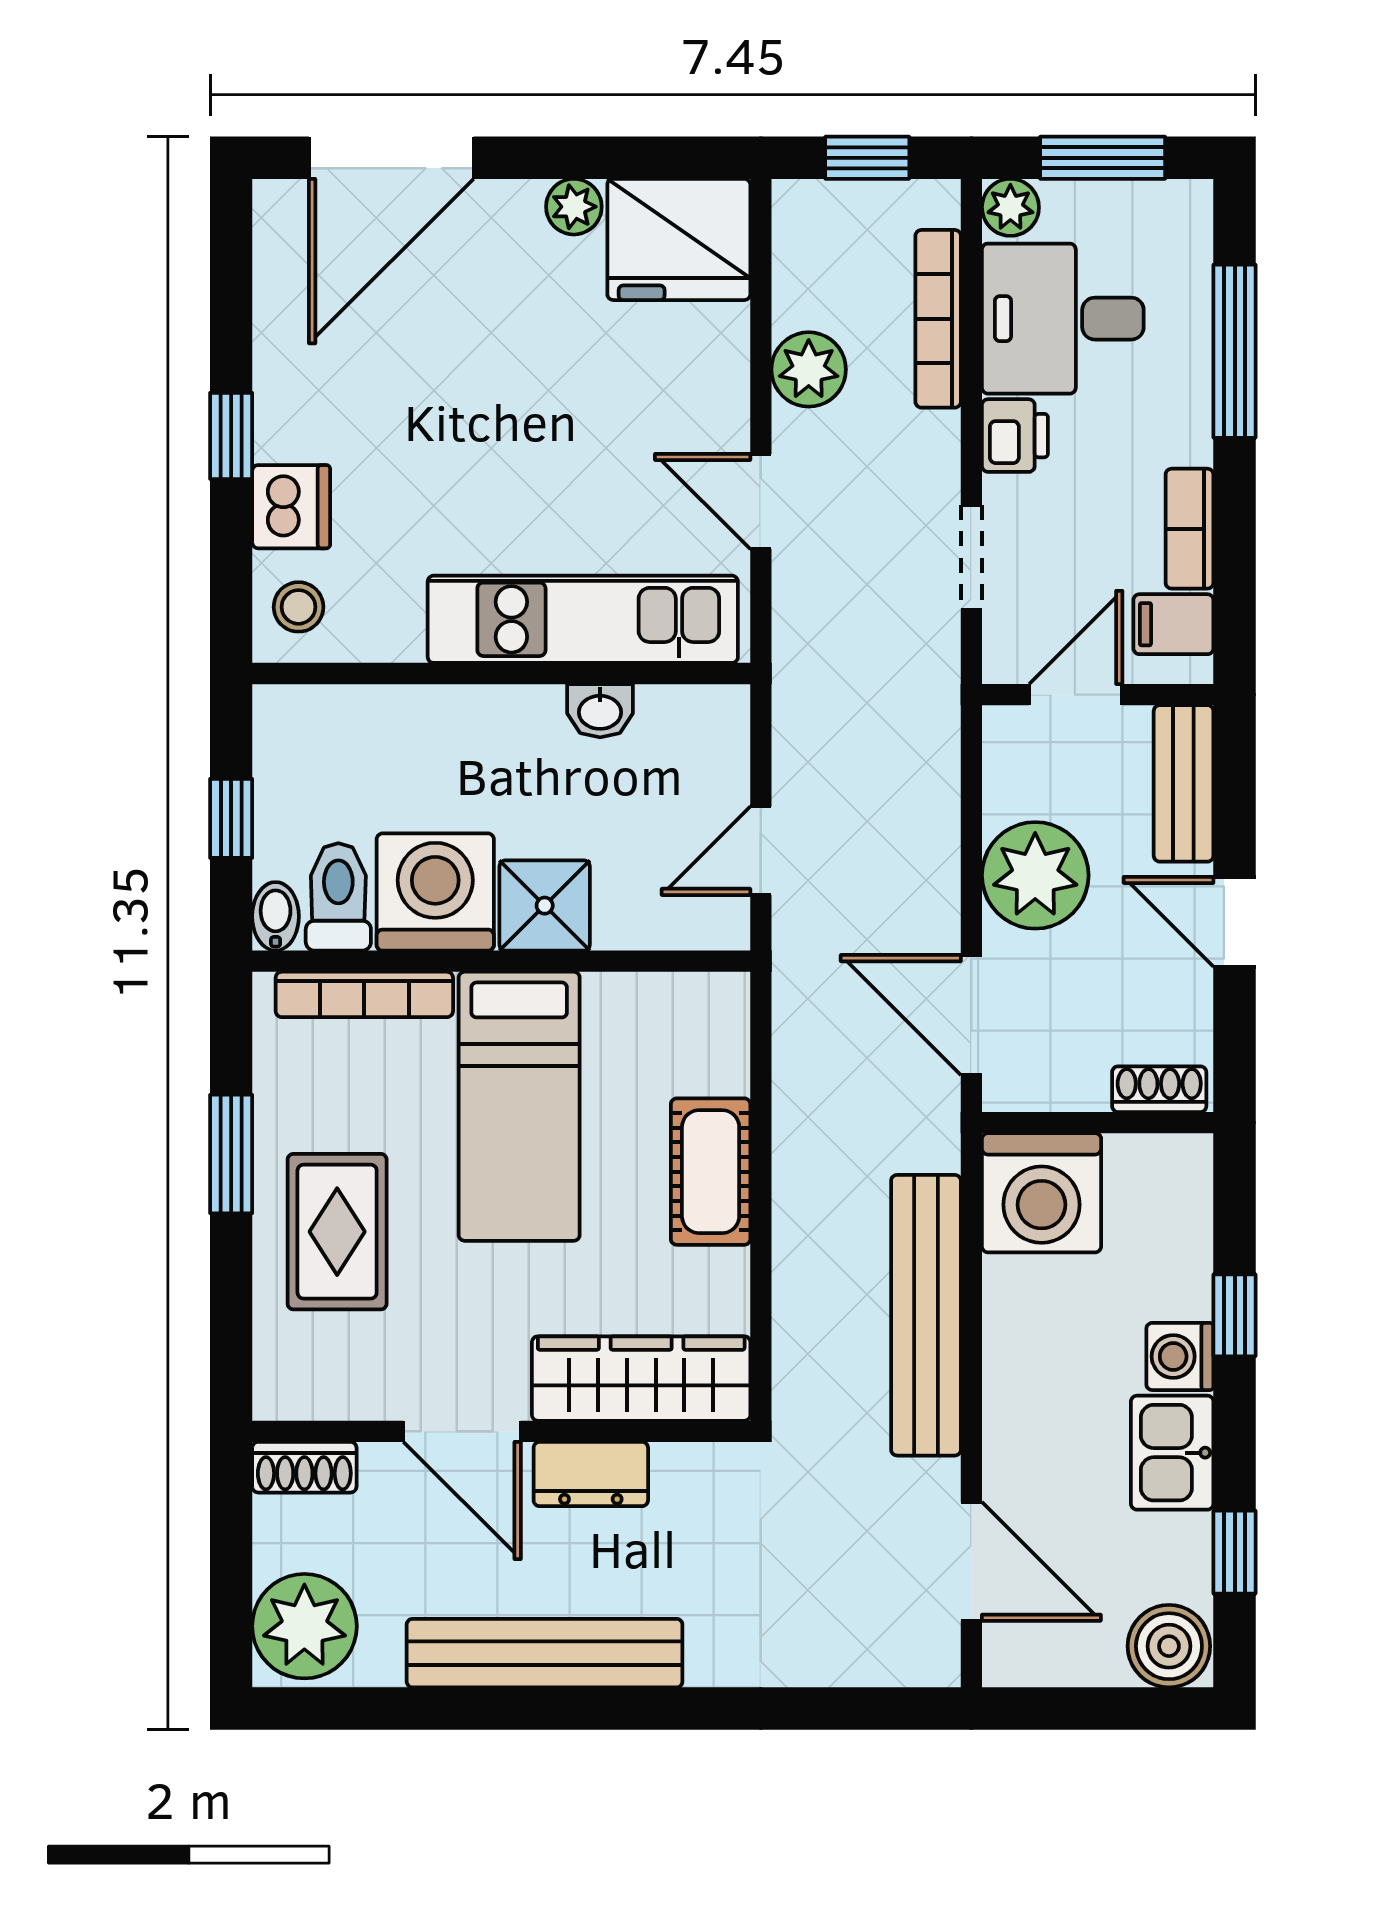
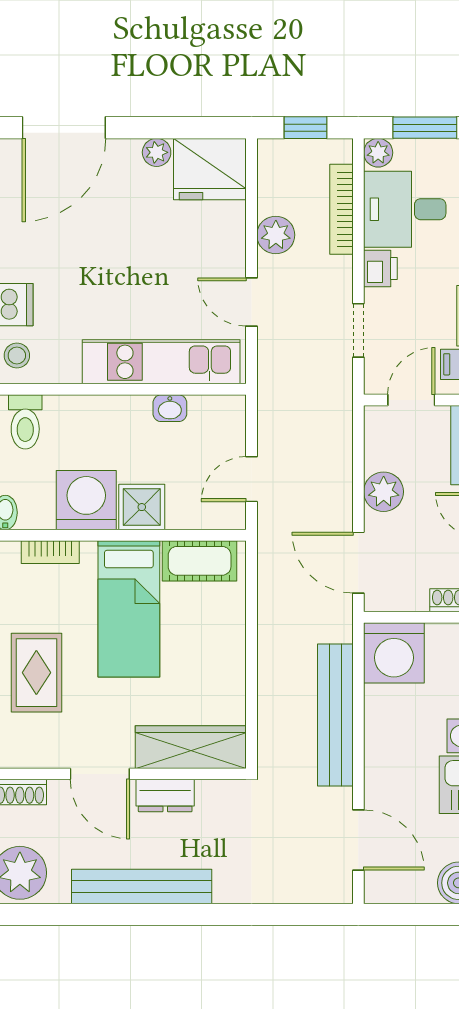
plant: (1035, 875) -> (384, 492), width x0.73, depth x0.73
toilet: (338, 897) -> (25, 422), moved, turned 180
bookcase: (364, 994) -> (50, 552), width x0.64
cot: (711, 1172) -> (200, 561), moved, turned 90

